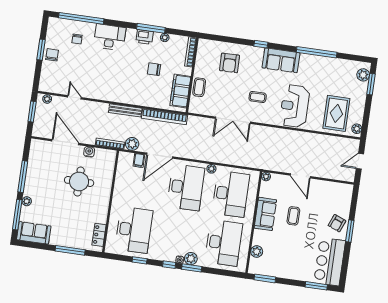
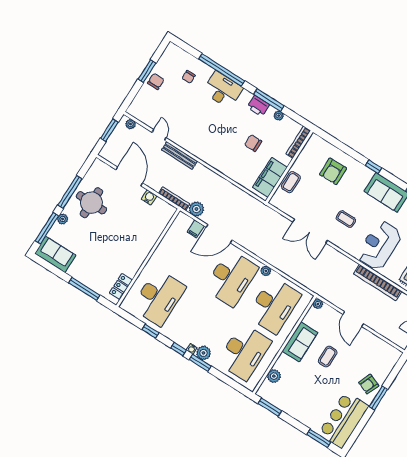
window: (81, 18) -> (222, 70), moved
bench: (125, 110) -> (179, 156), moved
bookcase: (164, 117) -> (378, 283), moved
round table: (79, 181) -> (91, 203), moved

